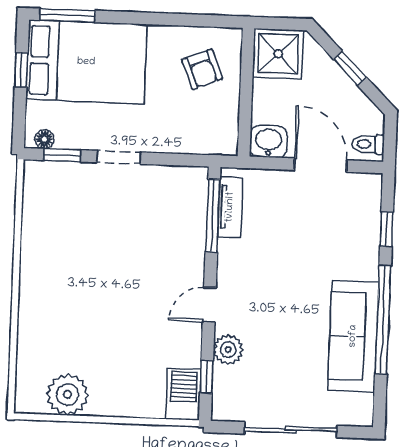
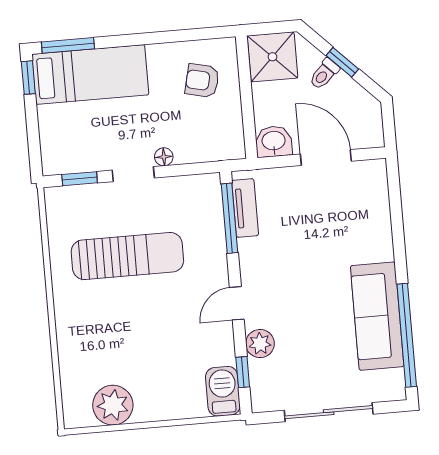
bed: (86, 62) -> (90, 74), width x0.67
armchair: (202, 69) -> (202, 81), turned 125
window: (21, 70) -> (28, 78), moved
floor lamp: (44, 139) -> (164, 157), moved
toilet: (368, 144) -> (324, 74), moved, turned -45
window: (386, 229) -> (396, 211), removed
sun lounger: (102, 242) -> (127, 256), added
window: (383, 320) -> (407, 335), moved

